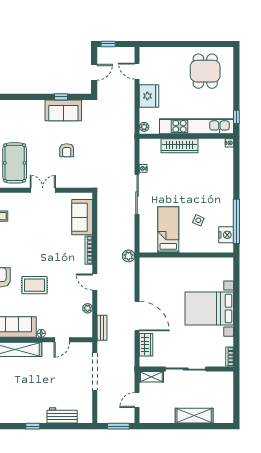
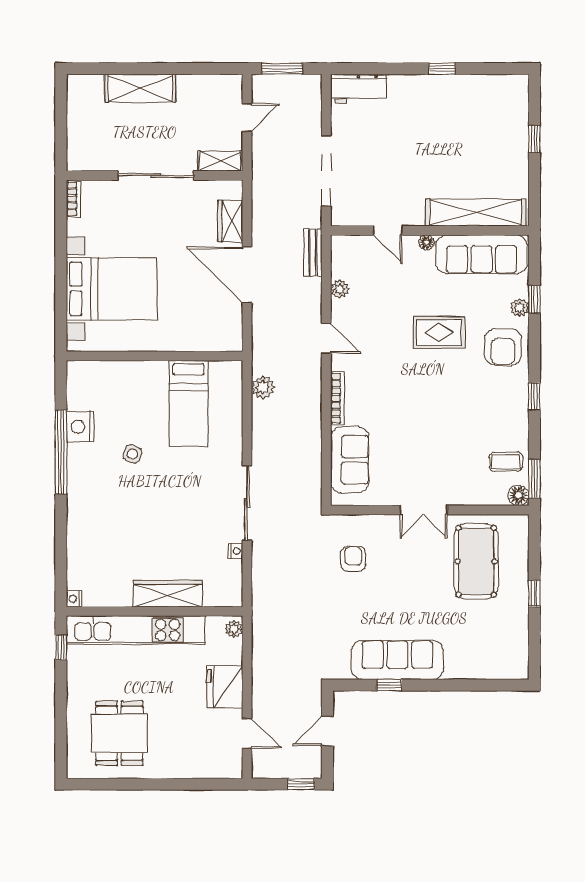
sofa: (63, 110) -> (397, 660), width x1.36
armchair: (67, 150) -> (353, 559), moved
bed: (168, 230) -> (189, 403), moved
wall: (186, 255) -> (155, 356), moved
door: (62, 340) -> (388, 230), swing flipped
workbench: (62, 415) -> (359, 89), moved

